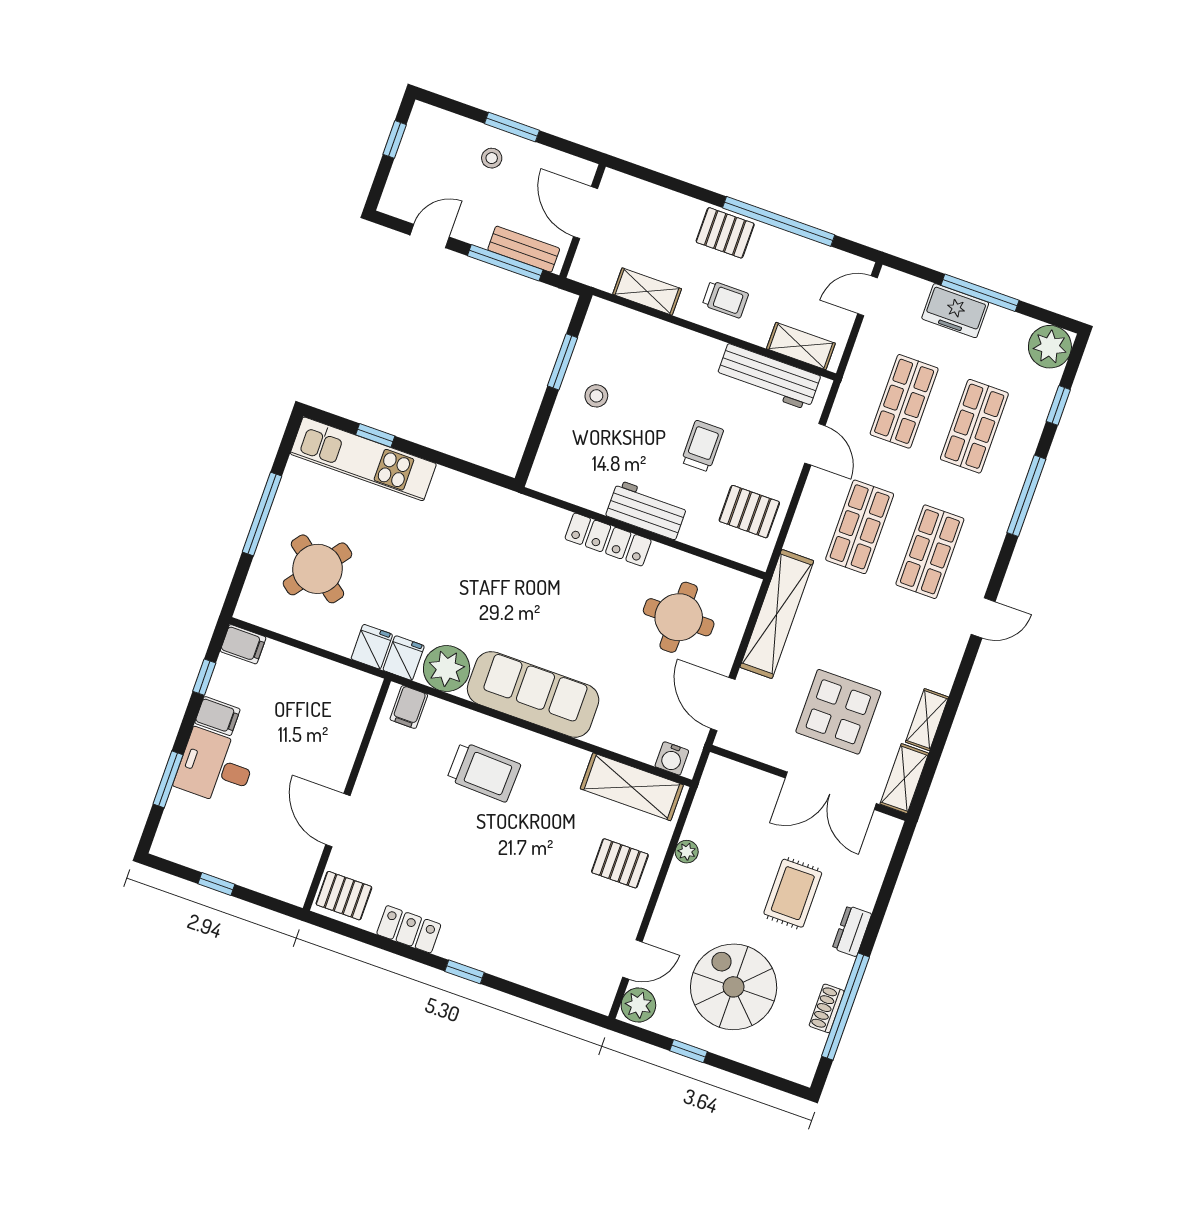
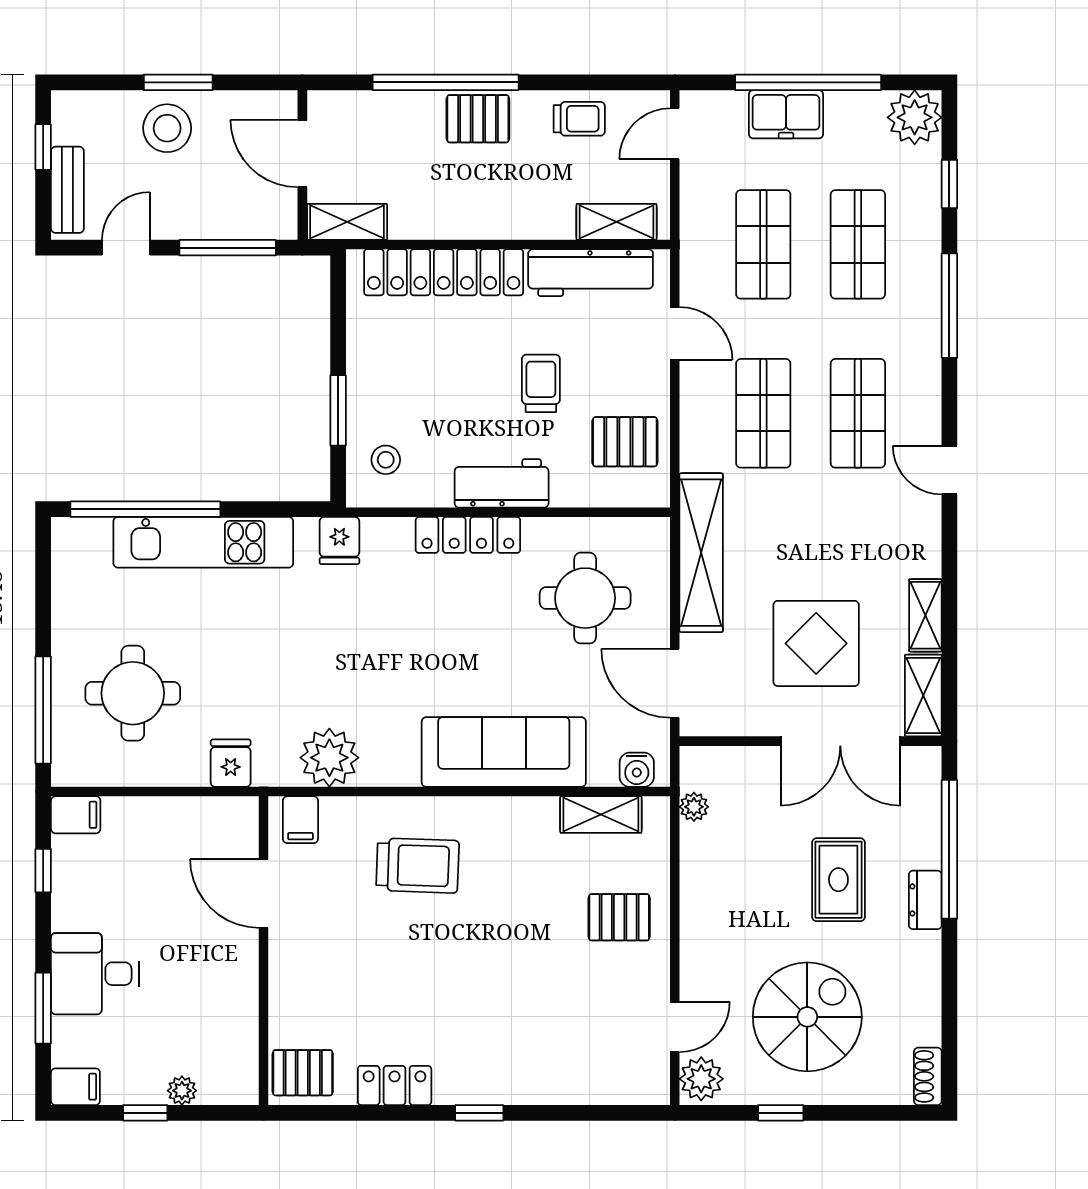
stool: (492, 158) -> (167, 128), width x1.89, depth x1.89
window: (779, 221) -> (446, 82), moved
bench: (524, 249) -> (67, 190), moved, turned 90
shelving: (647, 291) -> (347, 222), moved
window: (980, 293) -> (808, 82), width x1.46
trolley: (725, 299) -> (579, 119), moved
locker: (659, 338) -> (444, 272), added
window: (562, 362) -> (338, 410), moved
stool: (596, 396) -> (386, 460), moved
window: (375, 435) -> (145, 509), width x3.17
kitchen unit: (363, 459) -> (203, 542), moved
window: (262, 514) -> (43, 710), moved
round table: (317, 569) -> (133, 693), turned -37
door: (983, 618) -> (949, 470), swing flipped
fridge: (404, 658) -> (339, 541), moved, turned 180
sofa: (533, 694) -> (504, 752), moved
filing cabinet: (217, 716) -> (75, 1087), moved
shelving: (632, 787) -> (601, 815), width x0.67, depth x0.75
door: (338, 820) -> (264, 893), moved
plant: (687, 852) -> (694, 807), moved
plant: (249, 877) -> (182, 1091), added
spiral stairs: (734, 987) -> (807, 1017), turned 90
window: (845, 1007) -> (949, 849), moved
shoe rack: (827, 1008) -> (928, 1076), moved

